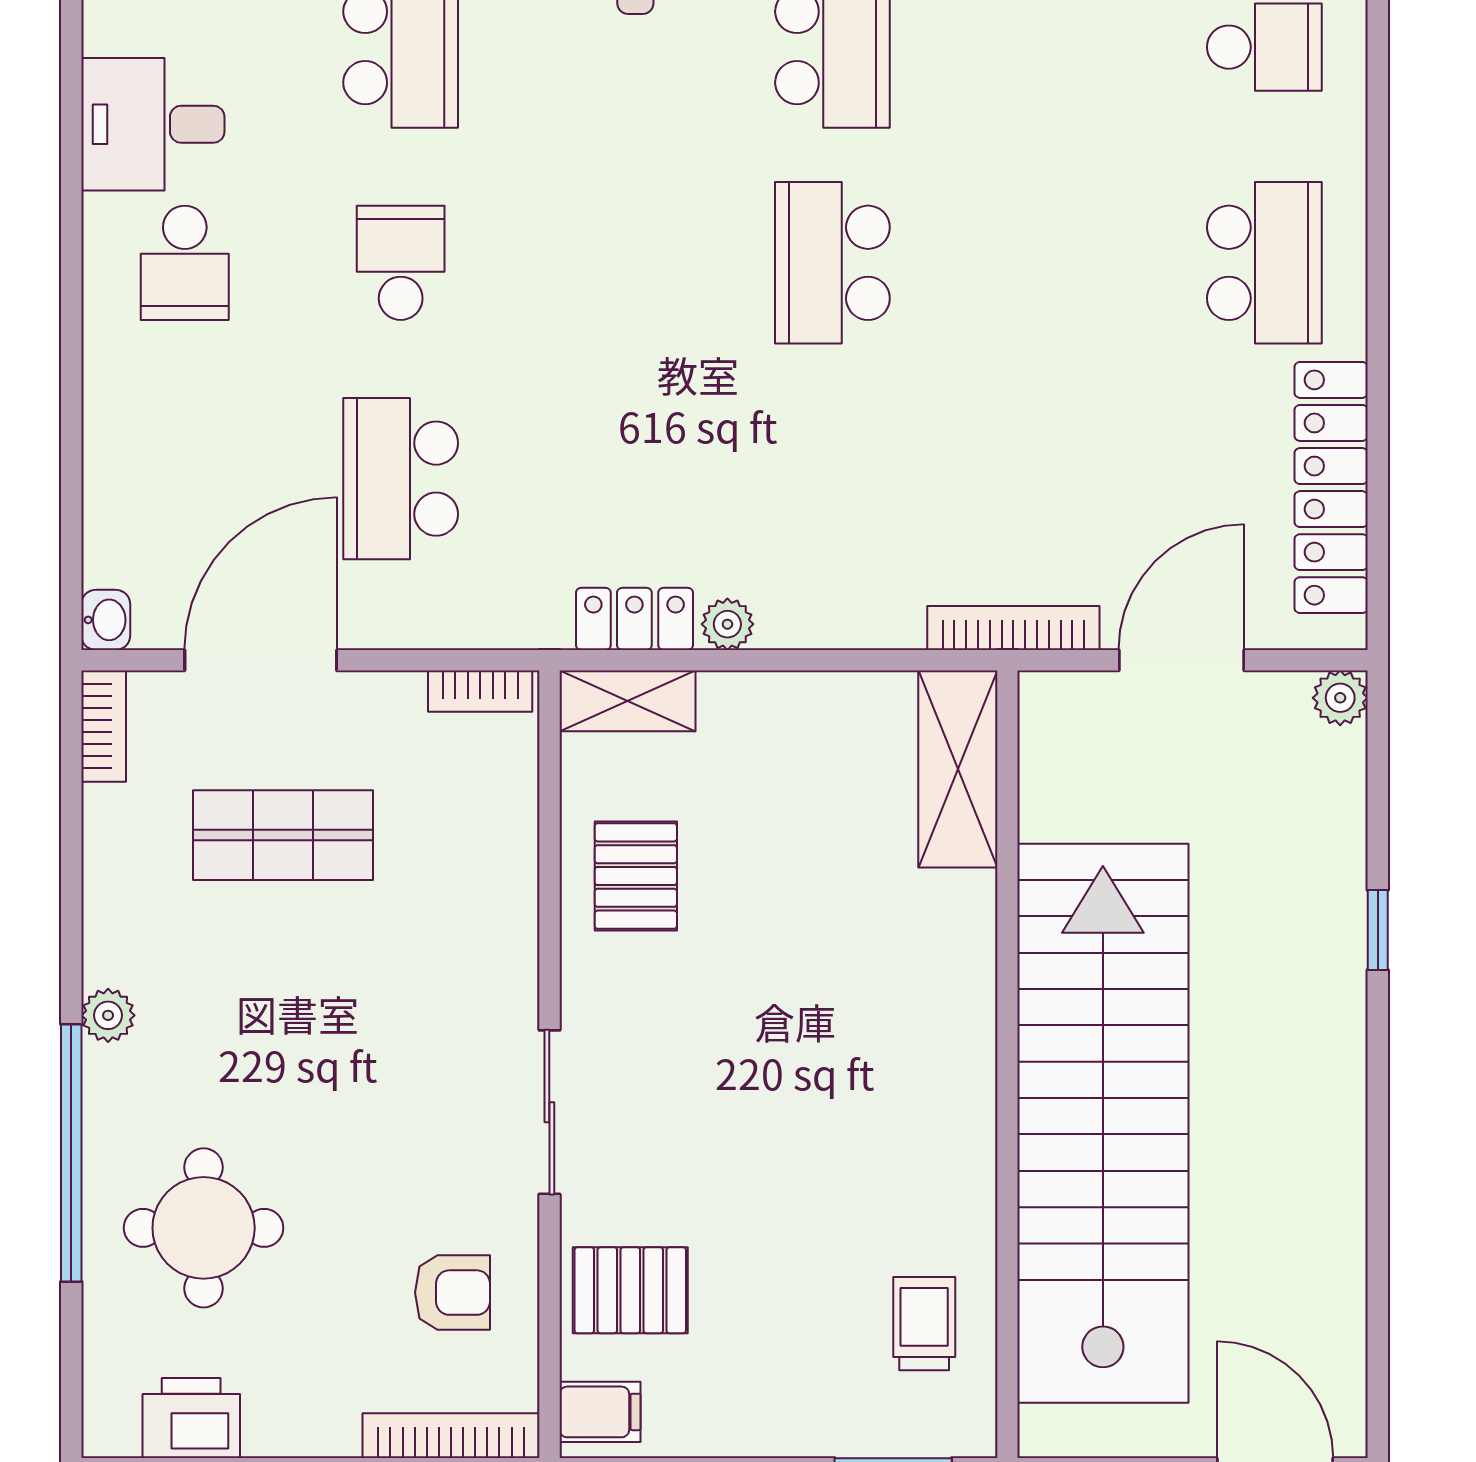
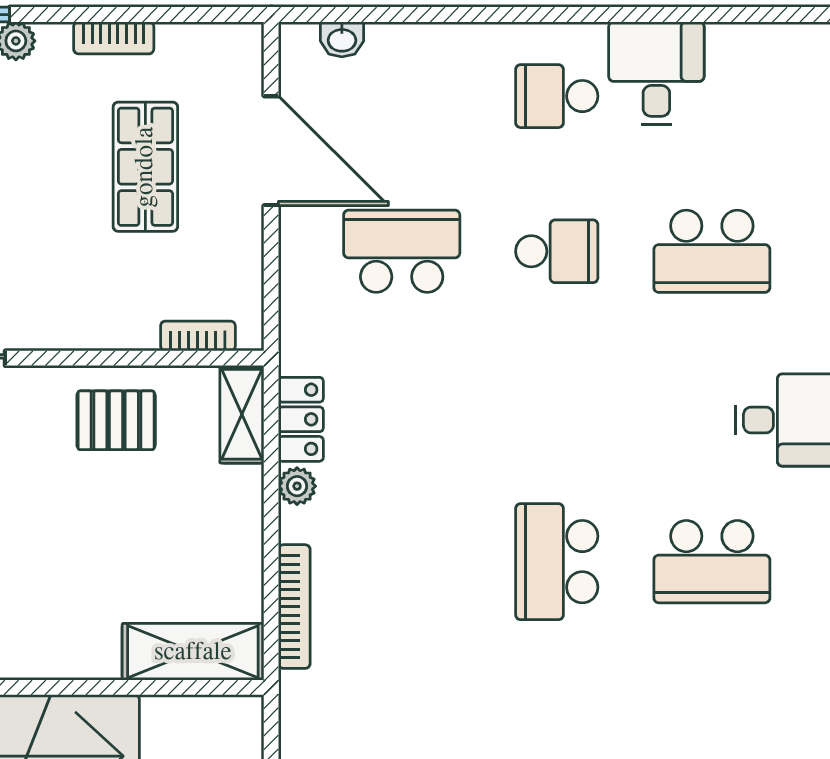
school desk: (832, 263) -> (557, 562), turned -90
washbasin: (106, 620) -> (342, 39), moved
bookcase: (1013, 628) -> (294, 607), moved
bookcase: (480, 691) -> (198, 336), moved, turned 90
bookcase: (104, 726) -> (114, 38), moved

